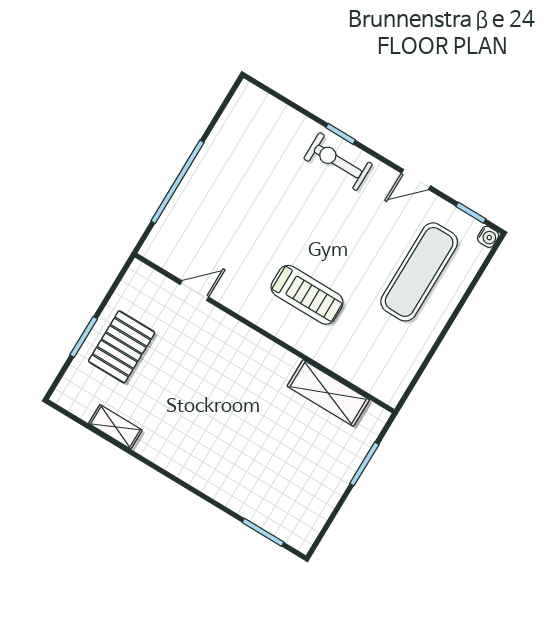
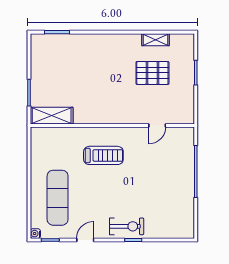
treadmill: (307, 295) -> (103, 155), turned 180
pallet: (122, 347) -> (152, 73), moved, turned 90
shelving: (328, 393) -> (52, 116), moved

